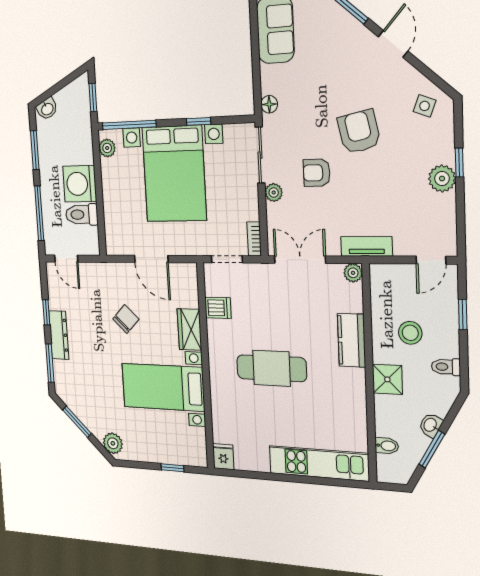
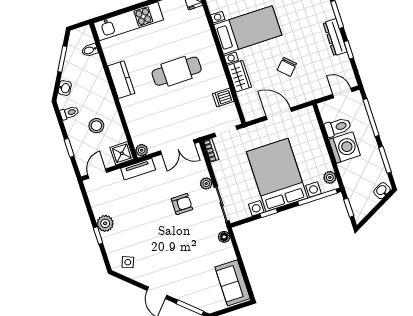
armchair: (359, 132) -> (163, 236), removed
kitchen counter: (352, 340) -> (121, 80), moved
shower: (387, 379) -> (122, 153), moved
washbasin: (431, 425) -> (65, 88), moved

